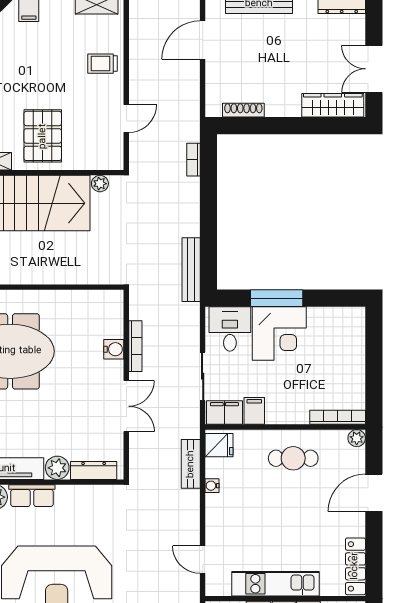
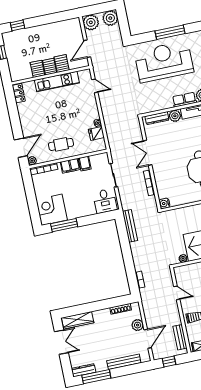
plant: (217, 71) -> (138, 325), added
door: (126, 118) -> (177, 293), swing flipped
window: (277, 298) -> (64, 225), moved
corner desk: (279, 333) -> (52, 210), moved
water cooler: (114, 349) -> (164, 203), moved
filing cabinet: (224, 413) -> (70, 166), moved
fridge: (219, 445) -> (96, 133), moved
bench: (191, 464) -> (180, 337), moved
door: (374, 493) -> (21, 148), moved
locker: (355, 566) -> (19, 93), width x0.66

